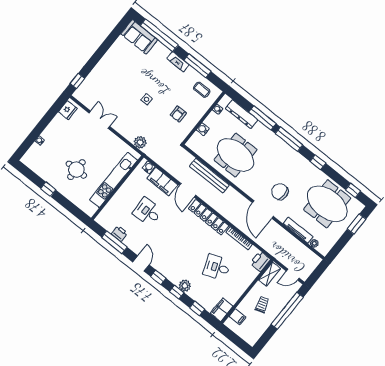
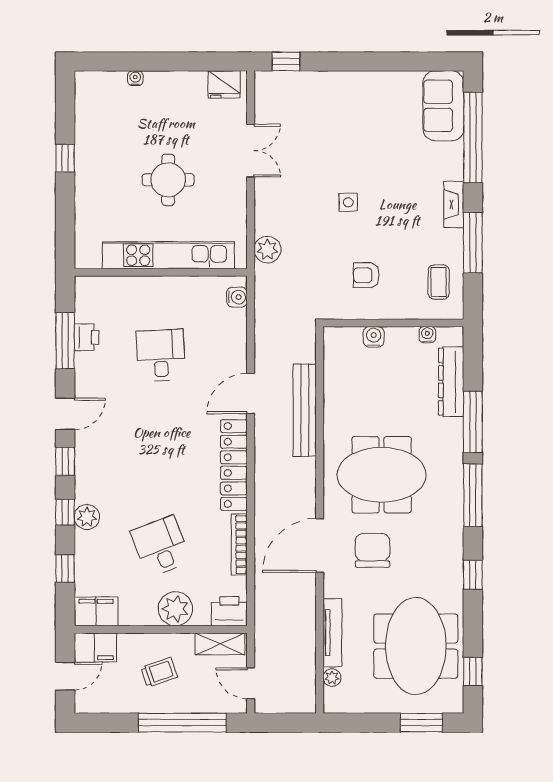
meeting table: (236, 155) -> (382, 475), moved, turned 90
round table: (76, 170) -> (168, 180), moved
filing cabinet: (162, 182) -> (231, 340), removed
plant: (244, 280) -> (175, 609), added
door: (236, 340) -> (65, 676), added

